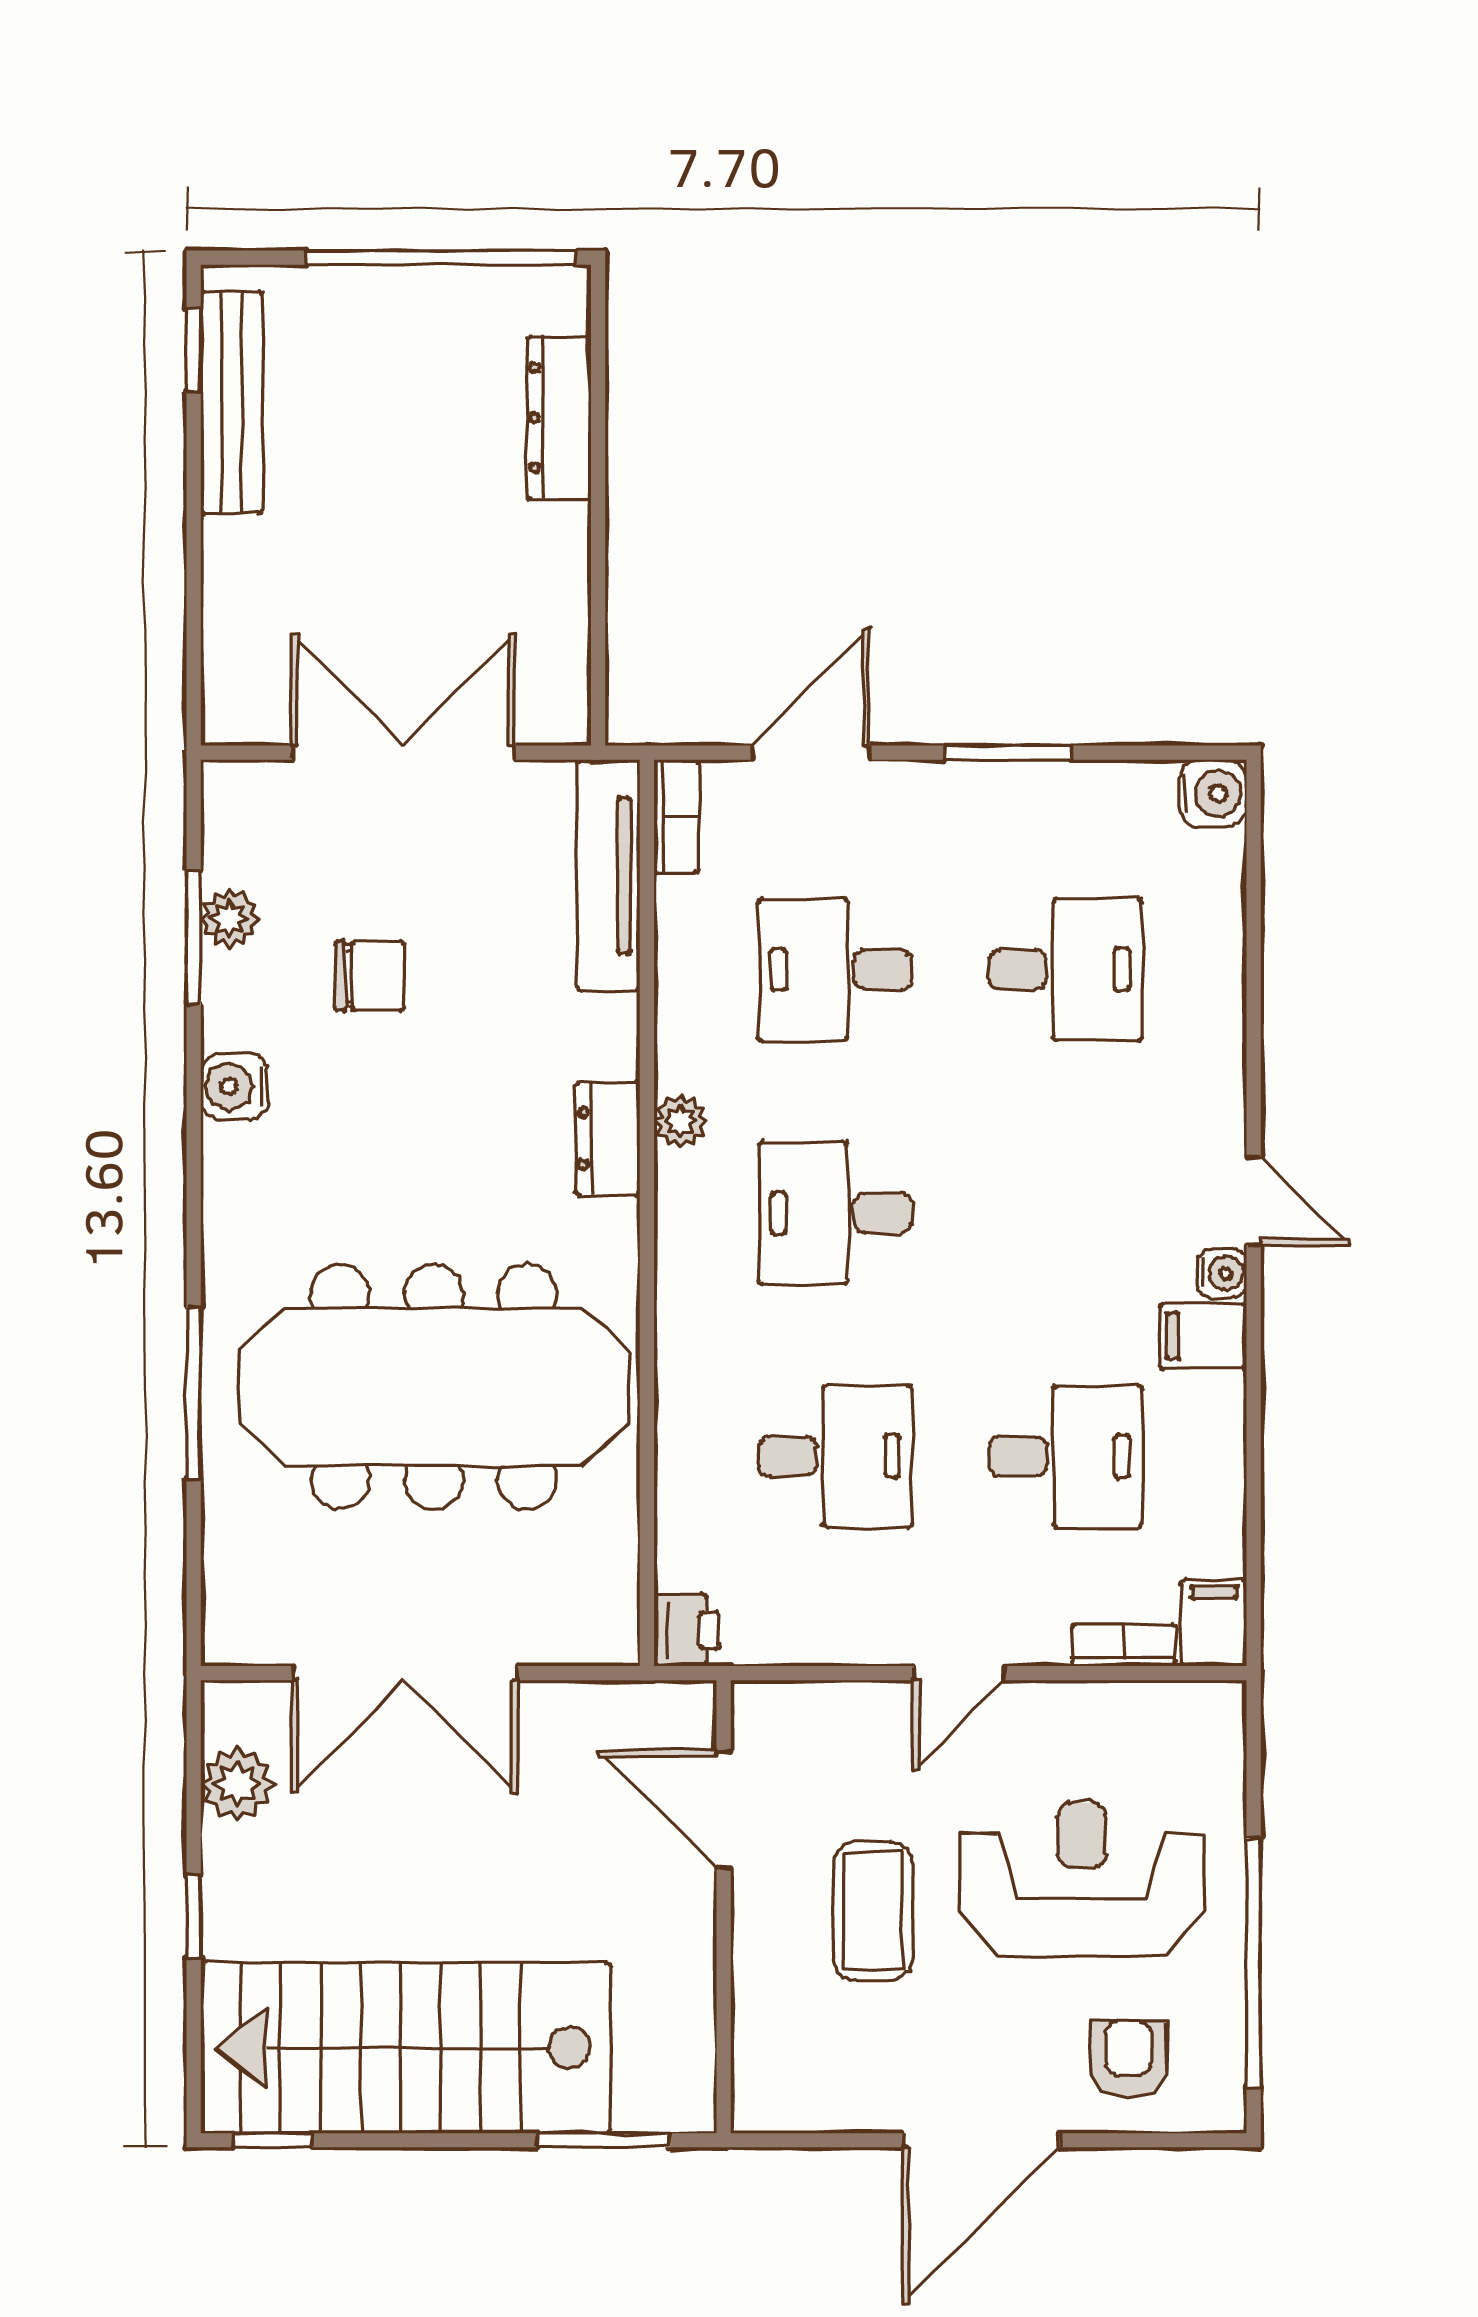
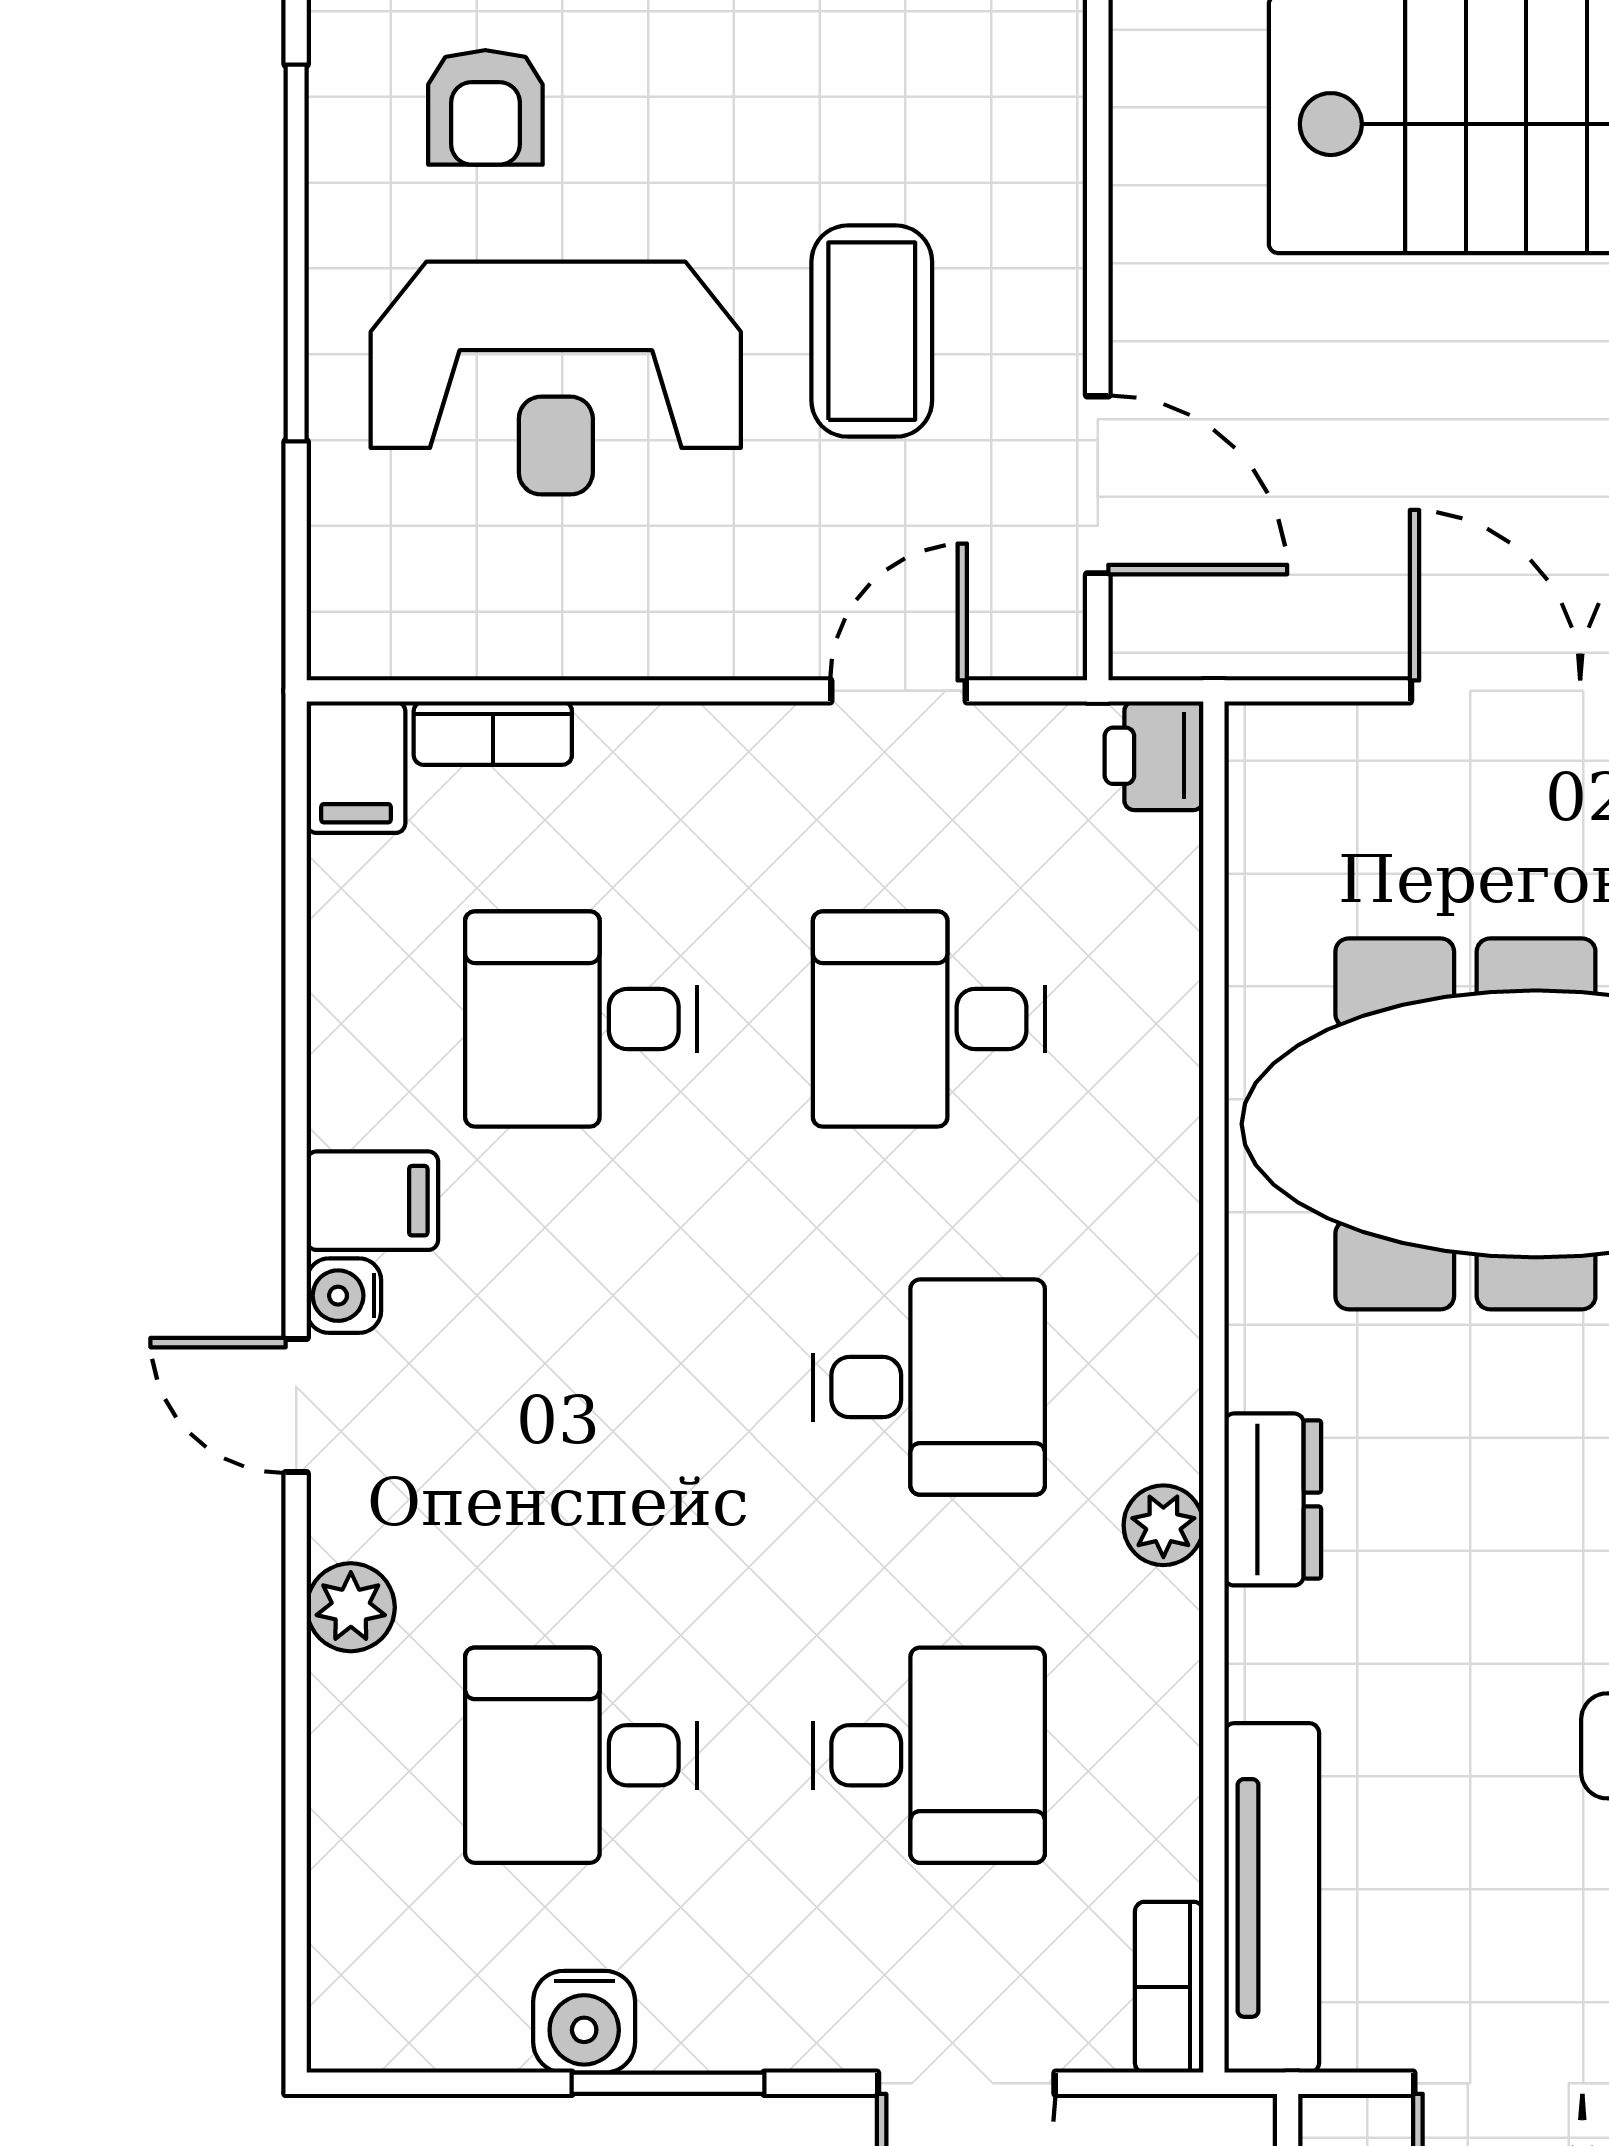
water cooler: (1213, 793) -> (584, 2022), moved, turned -90
plant: (1217, 1067) -> (351, 1607), added
door: (959, 1673) -> (899, 691), moved

